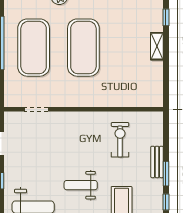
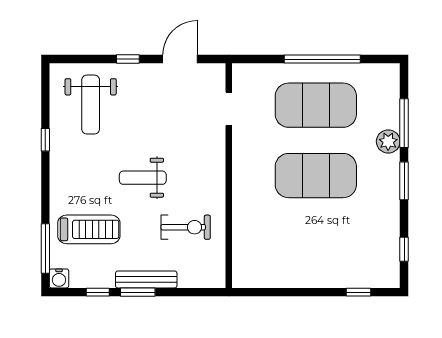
shelving: (157, 46) -> (318, 279), removed
bench: (157, 162) -> (146, 279), width x1.36
weight bench: (81, 185) -> (143, 178), moved, turned -90

